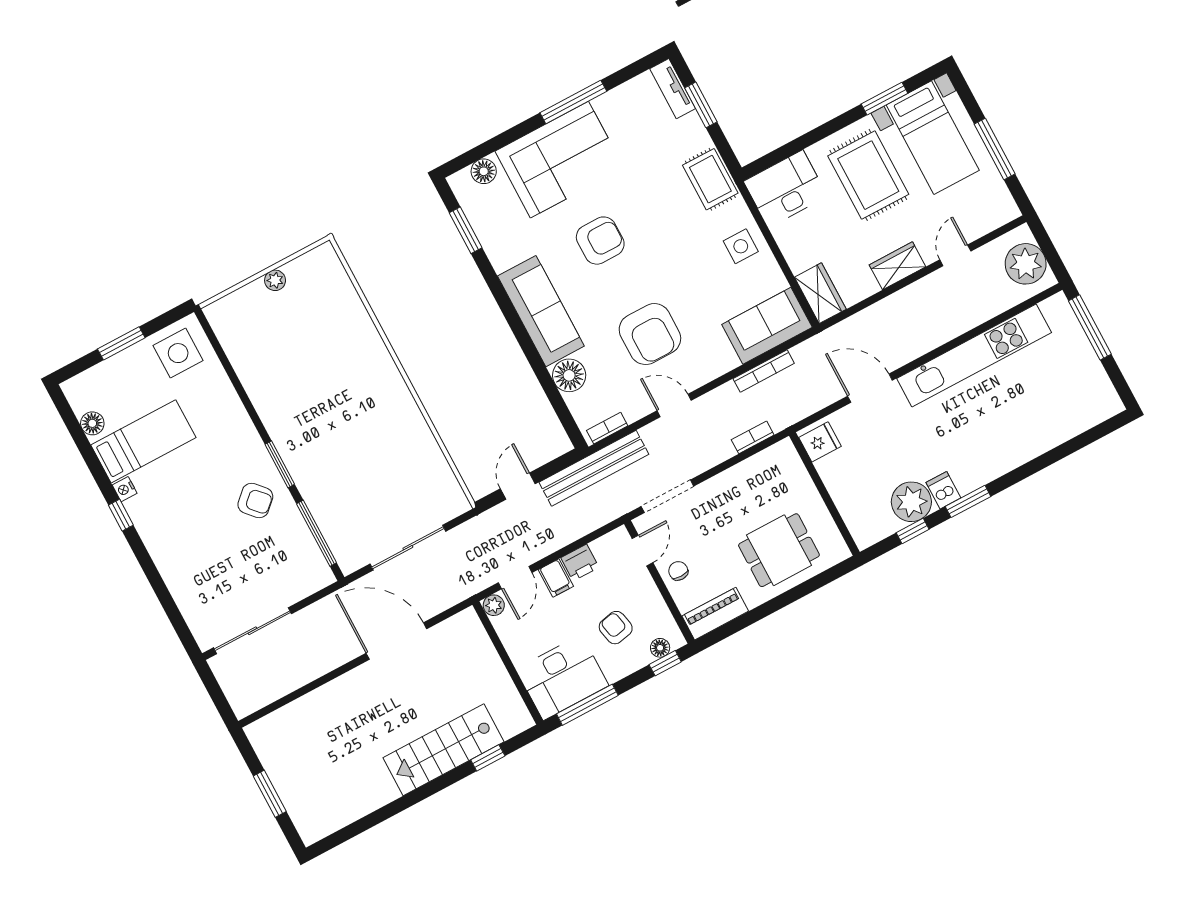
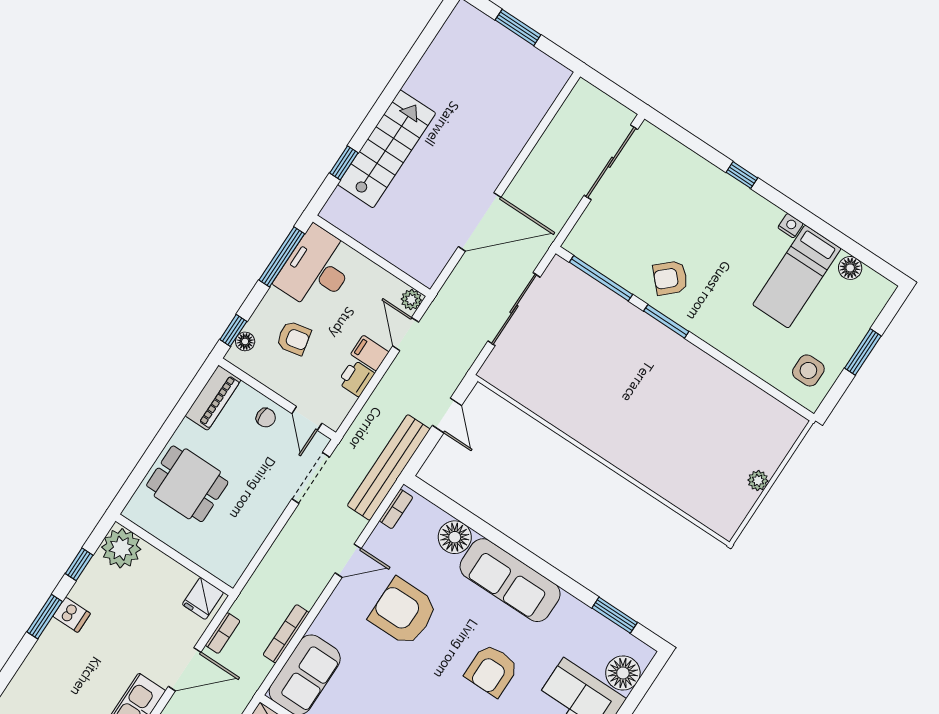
floor lamp: (484, 171) -> (623, 673), width x1.38, depth x1.38
side table: (178, 353) -> (808, 370), width x0.73, depth x0.73
bookcase: (753, 437) -> (223, 633), moved
plant: (911, 502) -> (121, 548), moved
window: (121, 515) -> (742, 175), moved
dining table: (779, 550) -> (187, 484), turned 90

